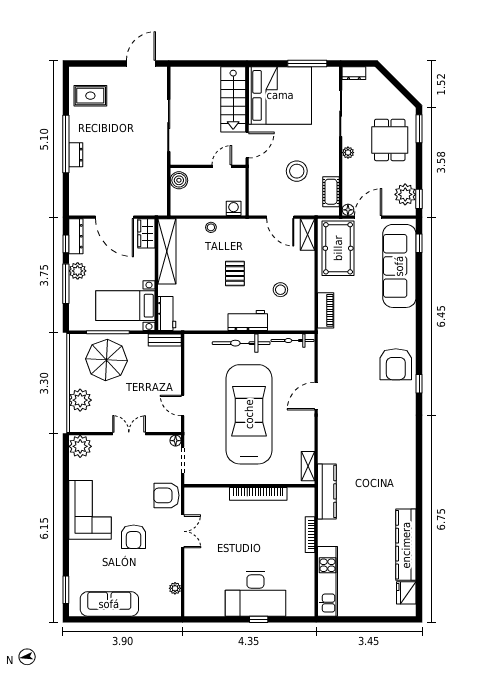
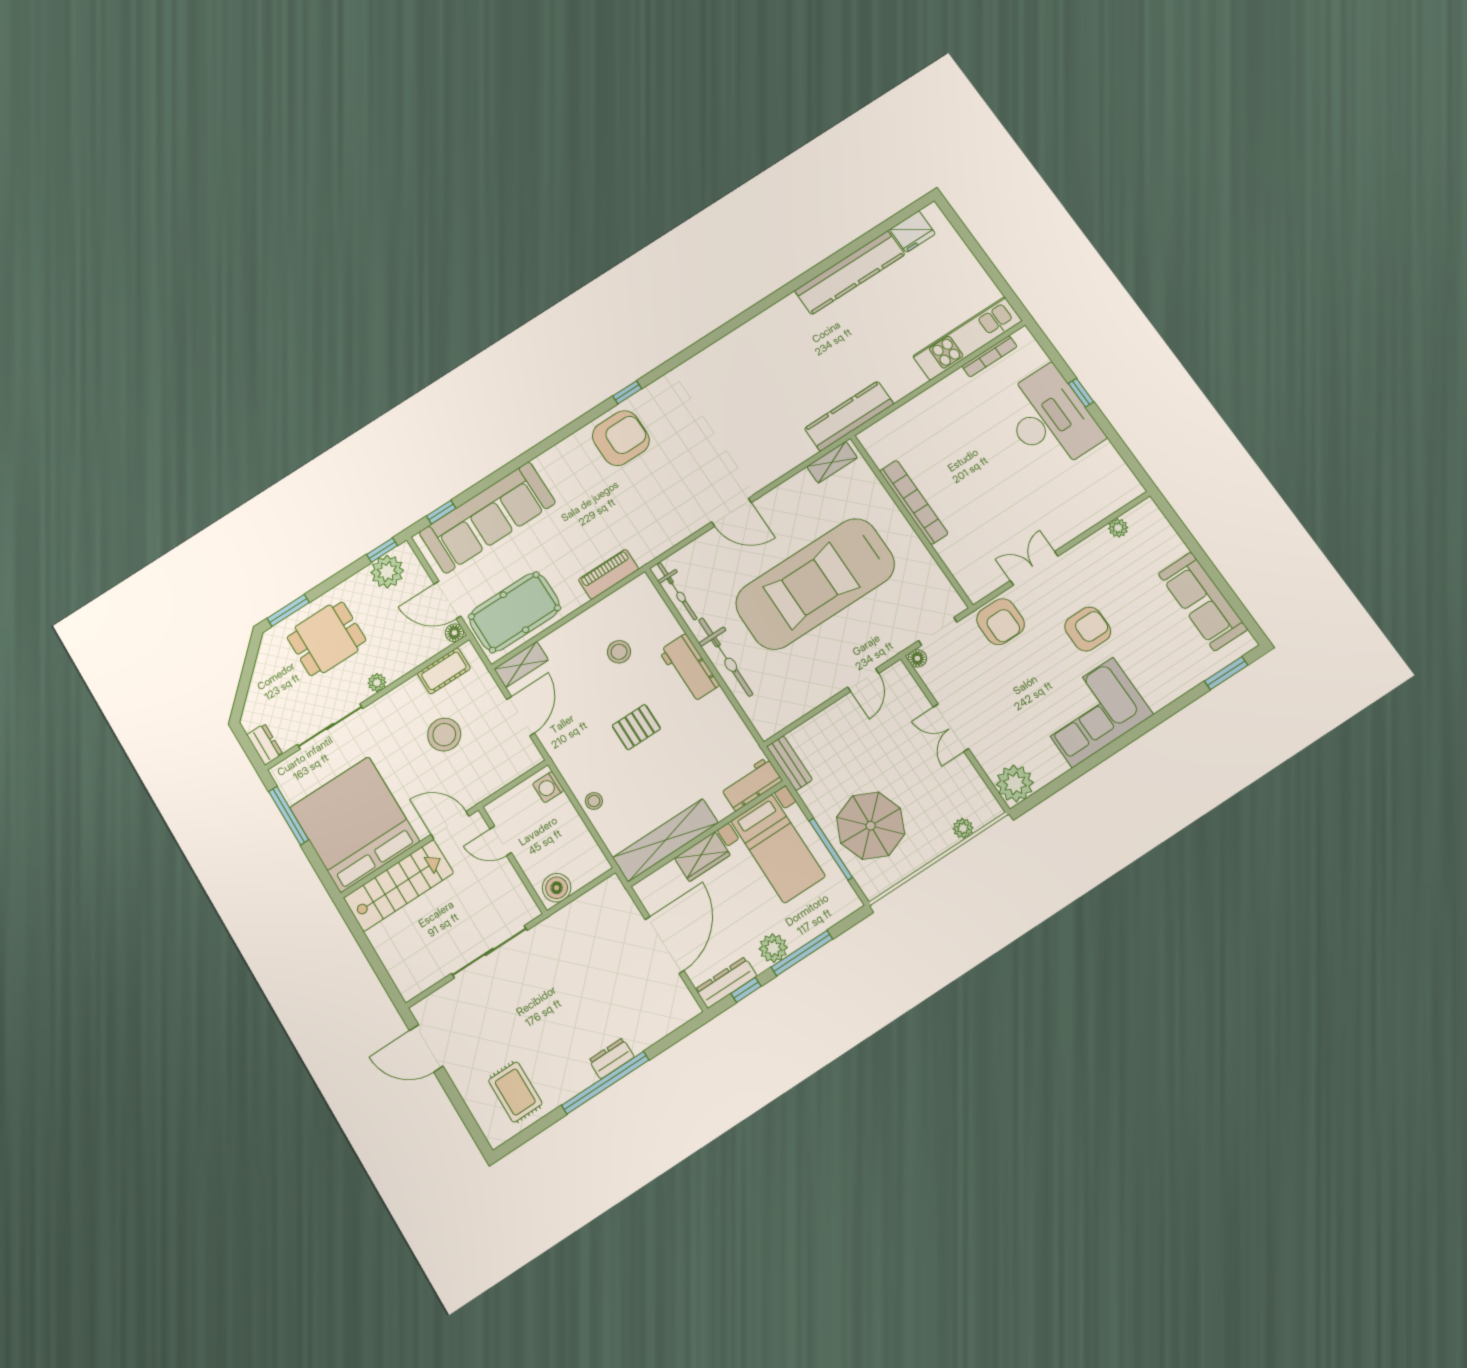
wardrobe: (146, 233) -> (702, 857), moved
plant: (80, 400) -> (963, 828), width x0.53, depth x0.53
bookcase: (310, 535) -> (990, 356), moved

